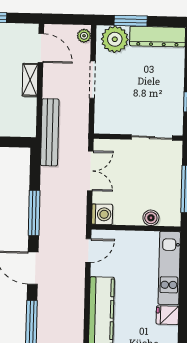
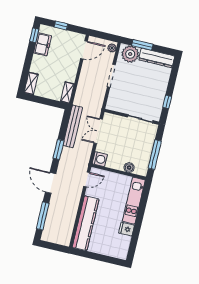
door: (41, 48) -> (84, 50), hinge flipped
shelving: (30, 80) -> (67, 93), moved
bench: (50, 132) -> (73, 126), moved
double door: (90, 171) -> (98, 131), swing flipped
window: (34, 213) -> (59, 149), width x0.69

